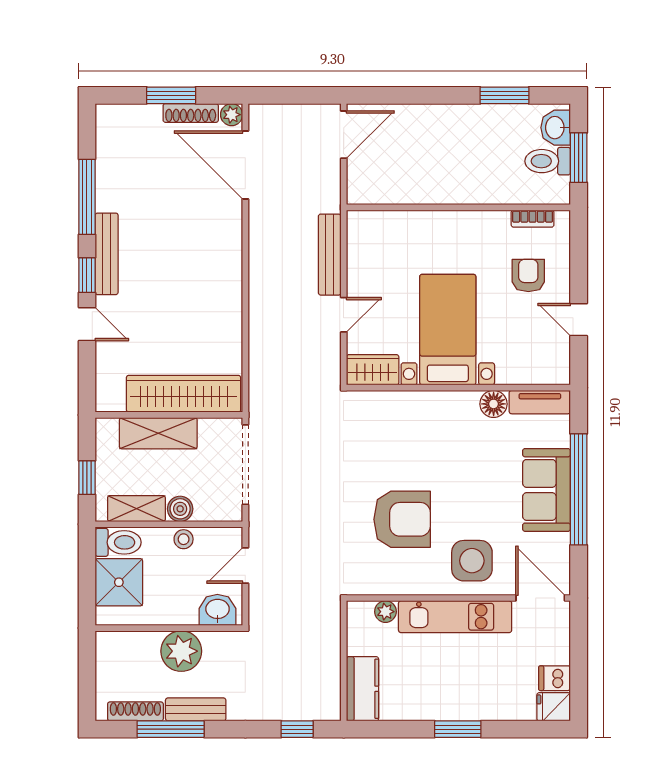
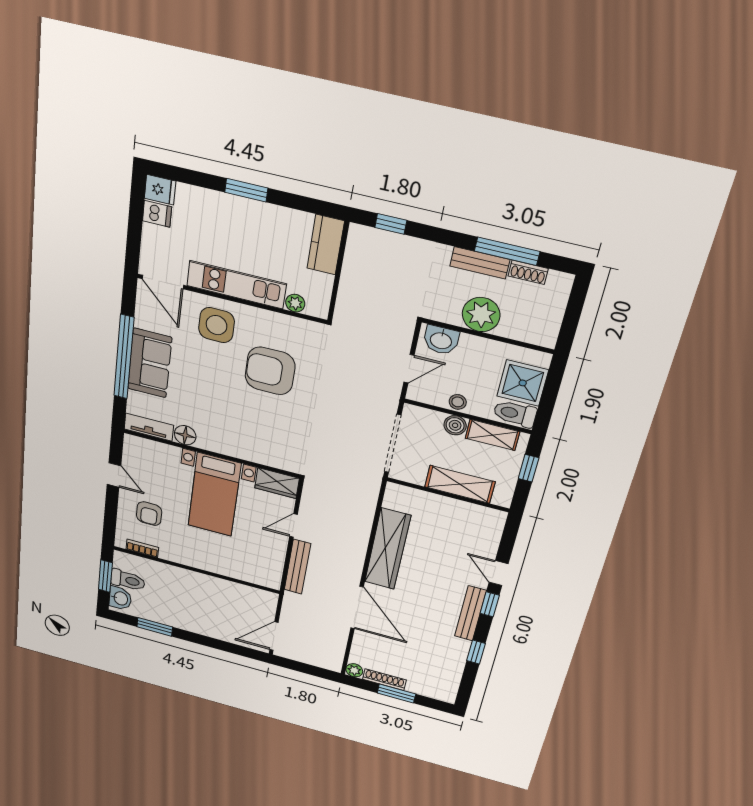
door: (245, 165) -> (357, 608), moved
window: (87, 197) -> (476, 652), width x0.46
wardrobe: (184, 394) -> (388, 549), moved, turned -90
shoe rack: (135, 711) -> (528, 272), width x0.70

